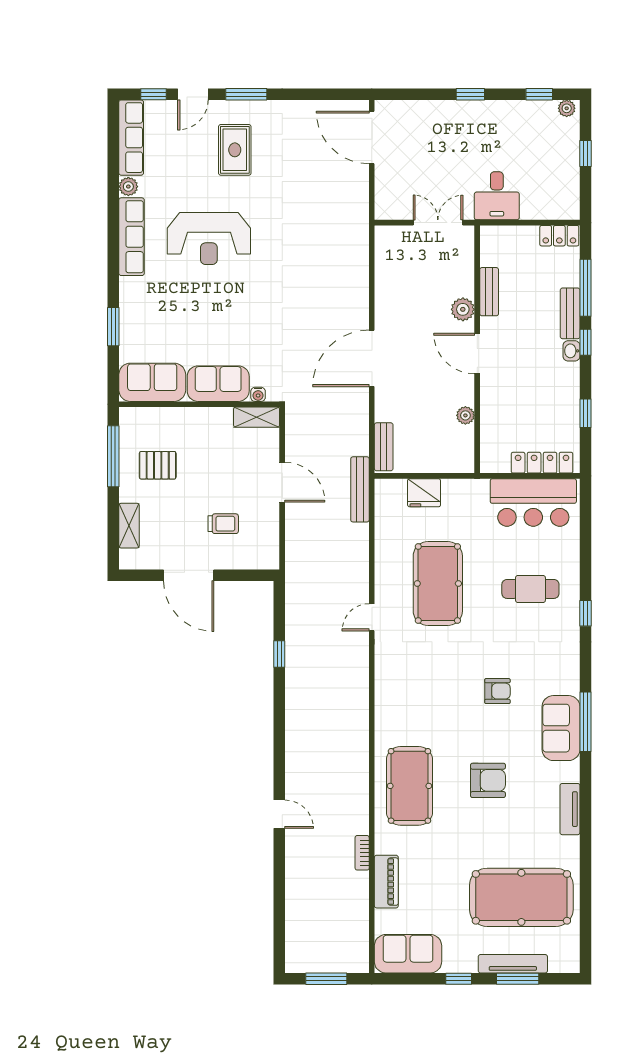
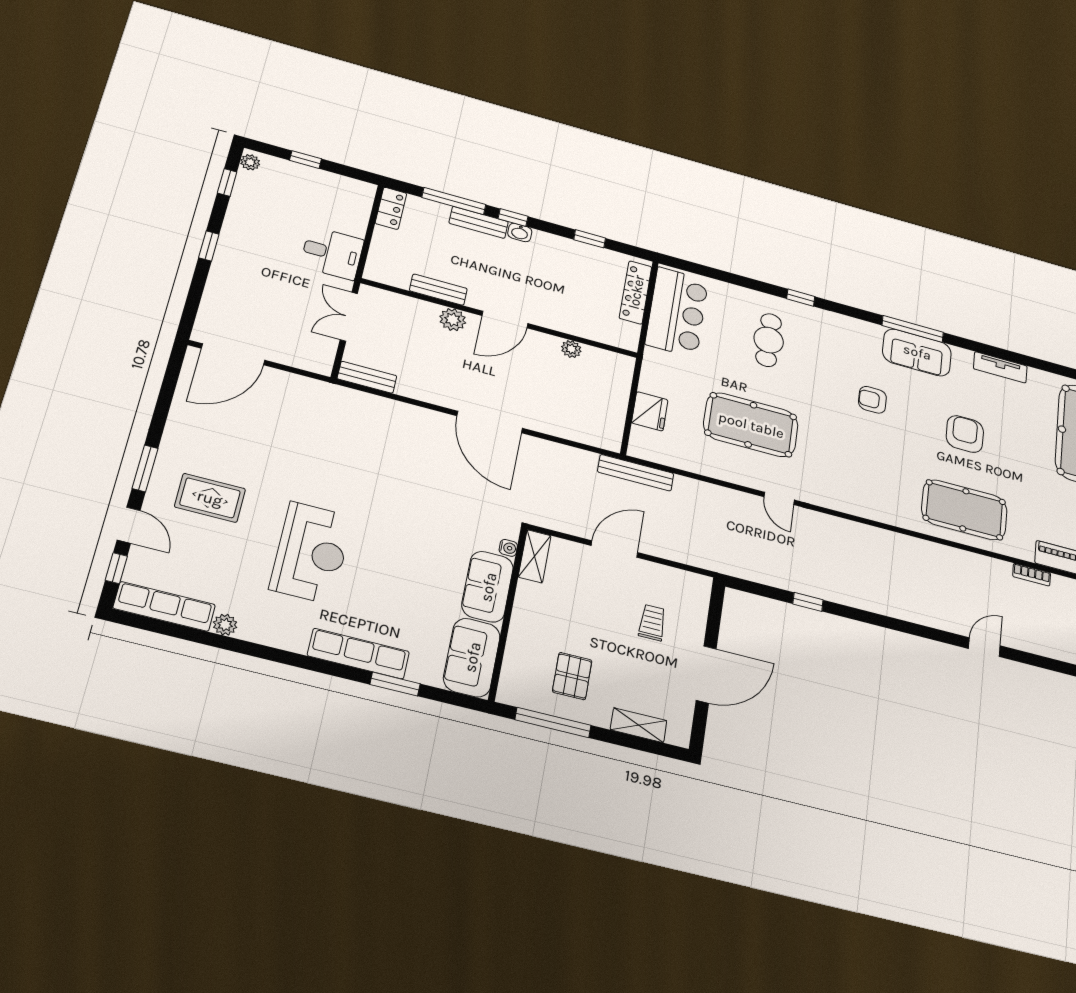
row of seats: (132, 237) -> (358, 654), moved
bench: (384, 447) -> (367, 377), moved
armchair: (497, 691) -> (872, 400), turned -90

